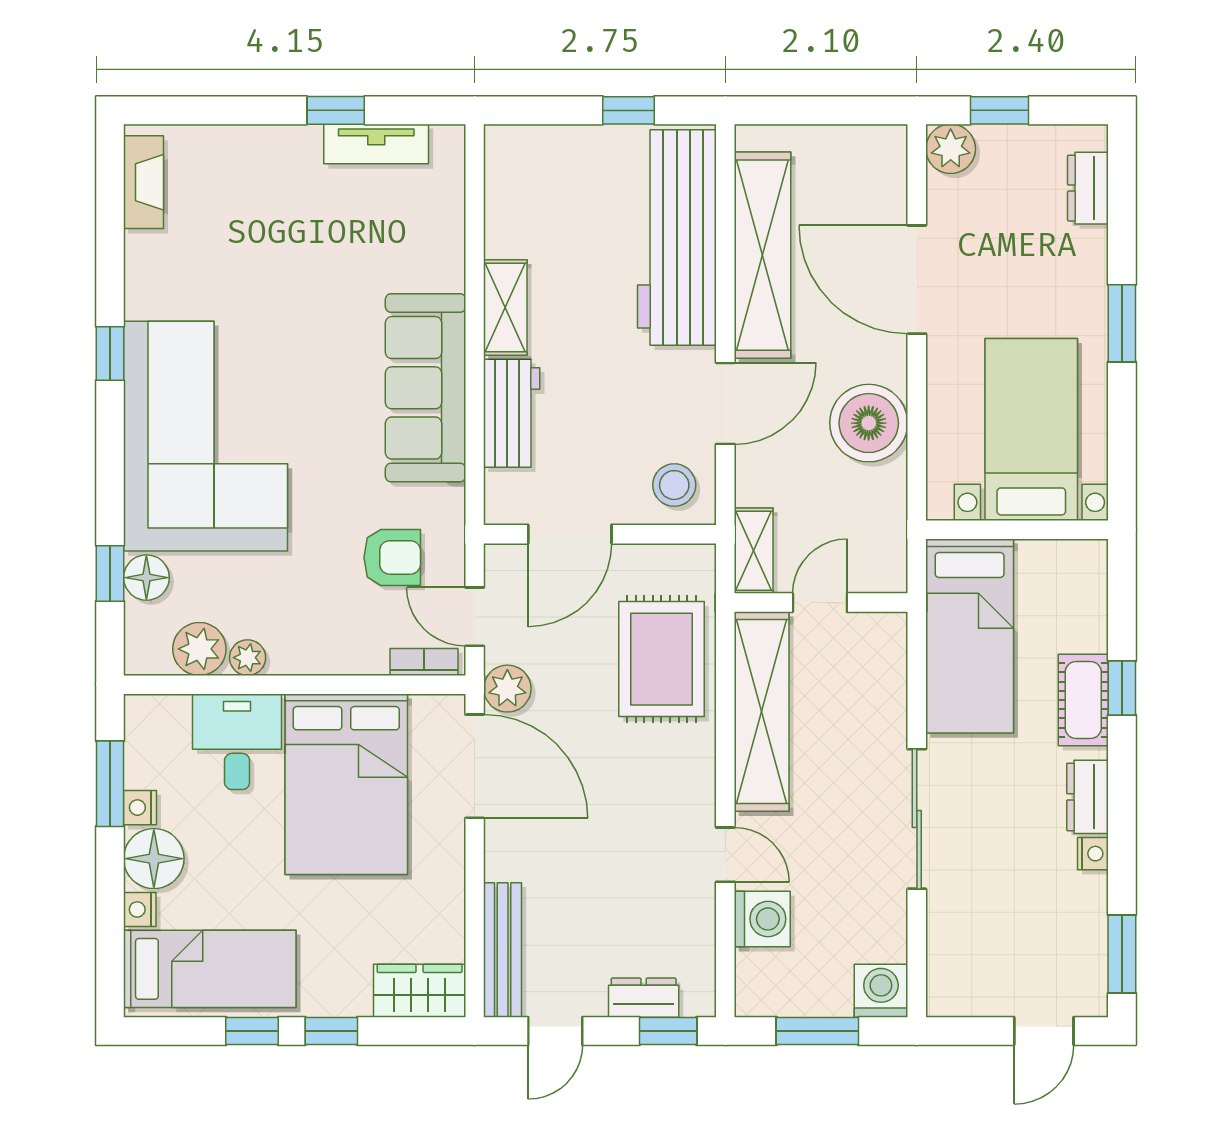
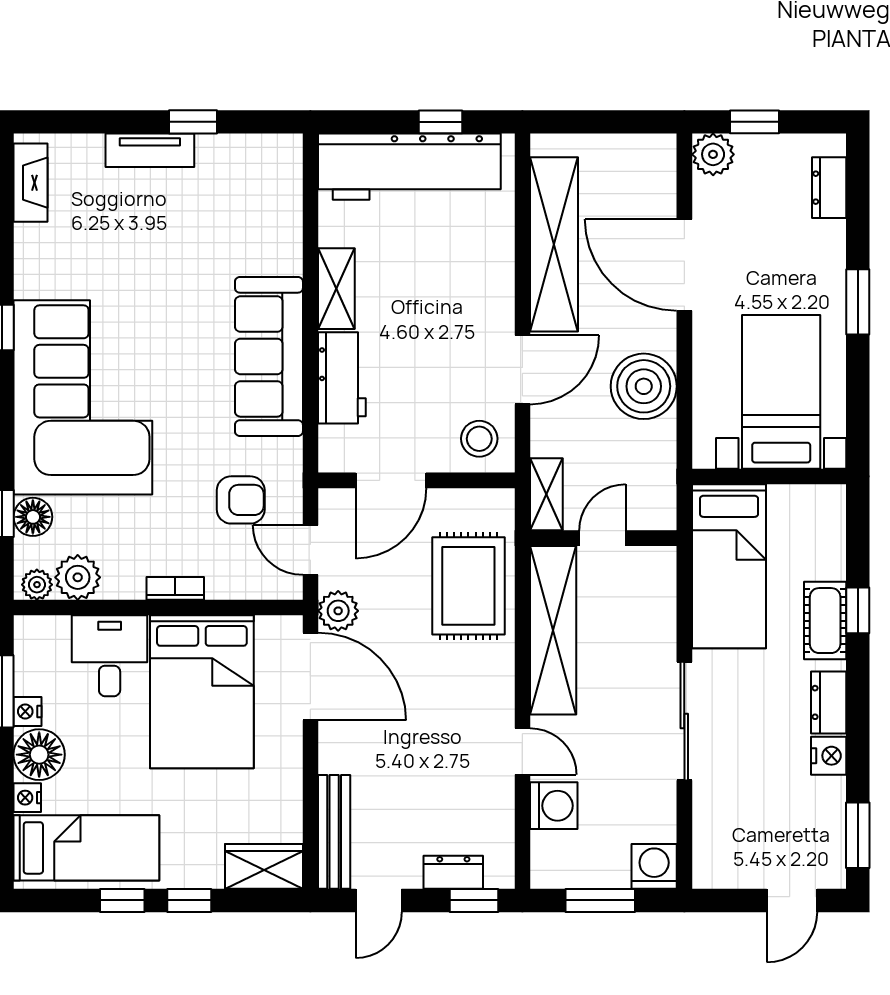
tv unit: (376, 144) -> (150, 150), moved
workbench: (677, 237) -> (409, 167), moved, turned -90
plant: (248, 658) -> (37, 585), moved
bookcase: (424, 662) -> (175, 588), moved
nightstand: (1093, 854) -> (829, 756), width x1.39, depth x1.35

